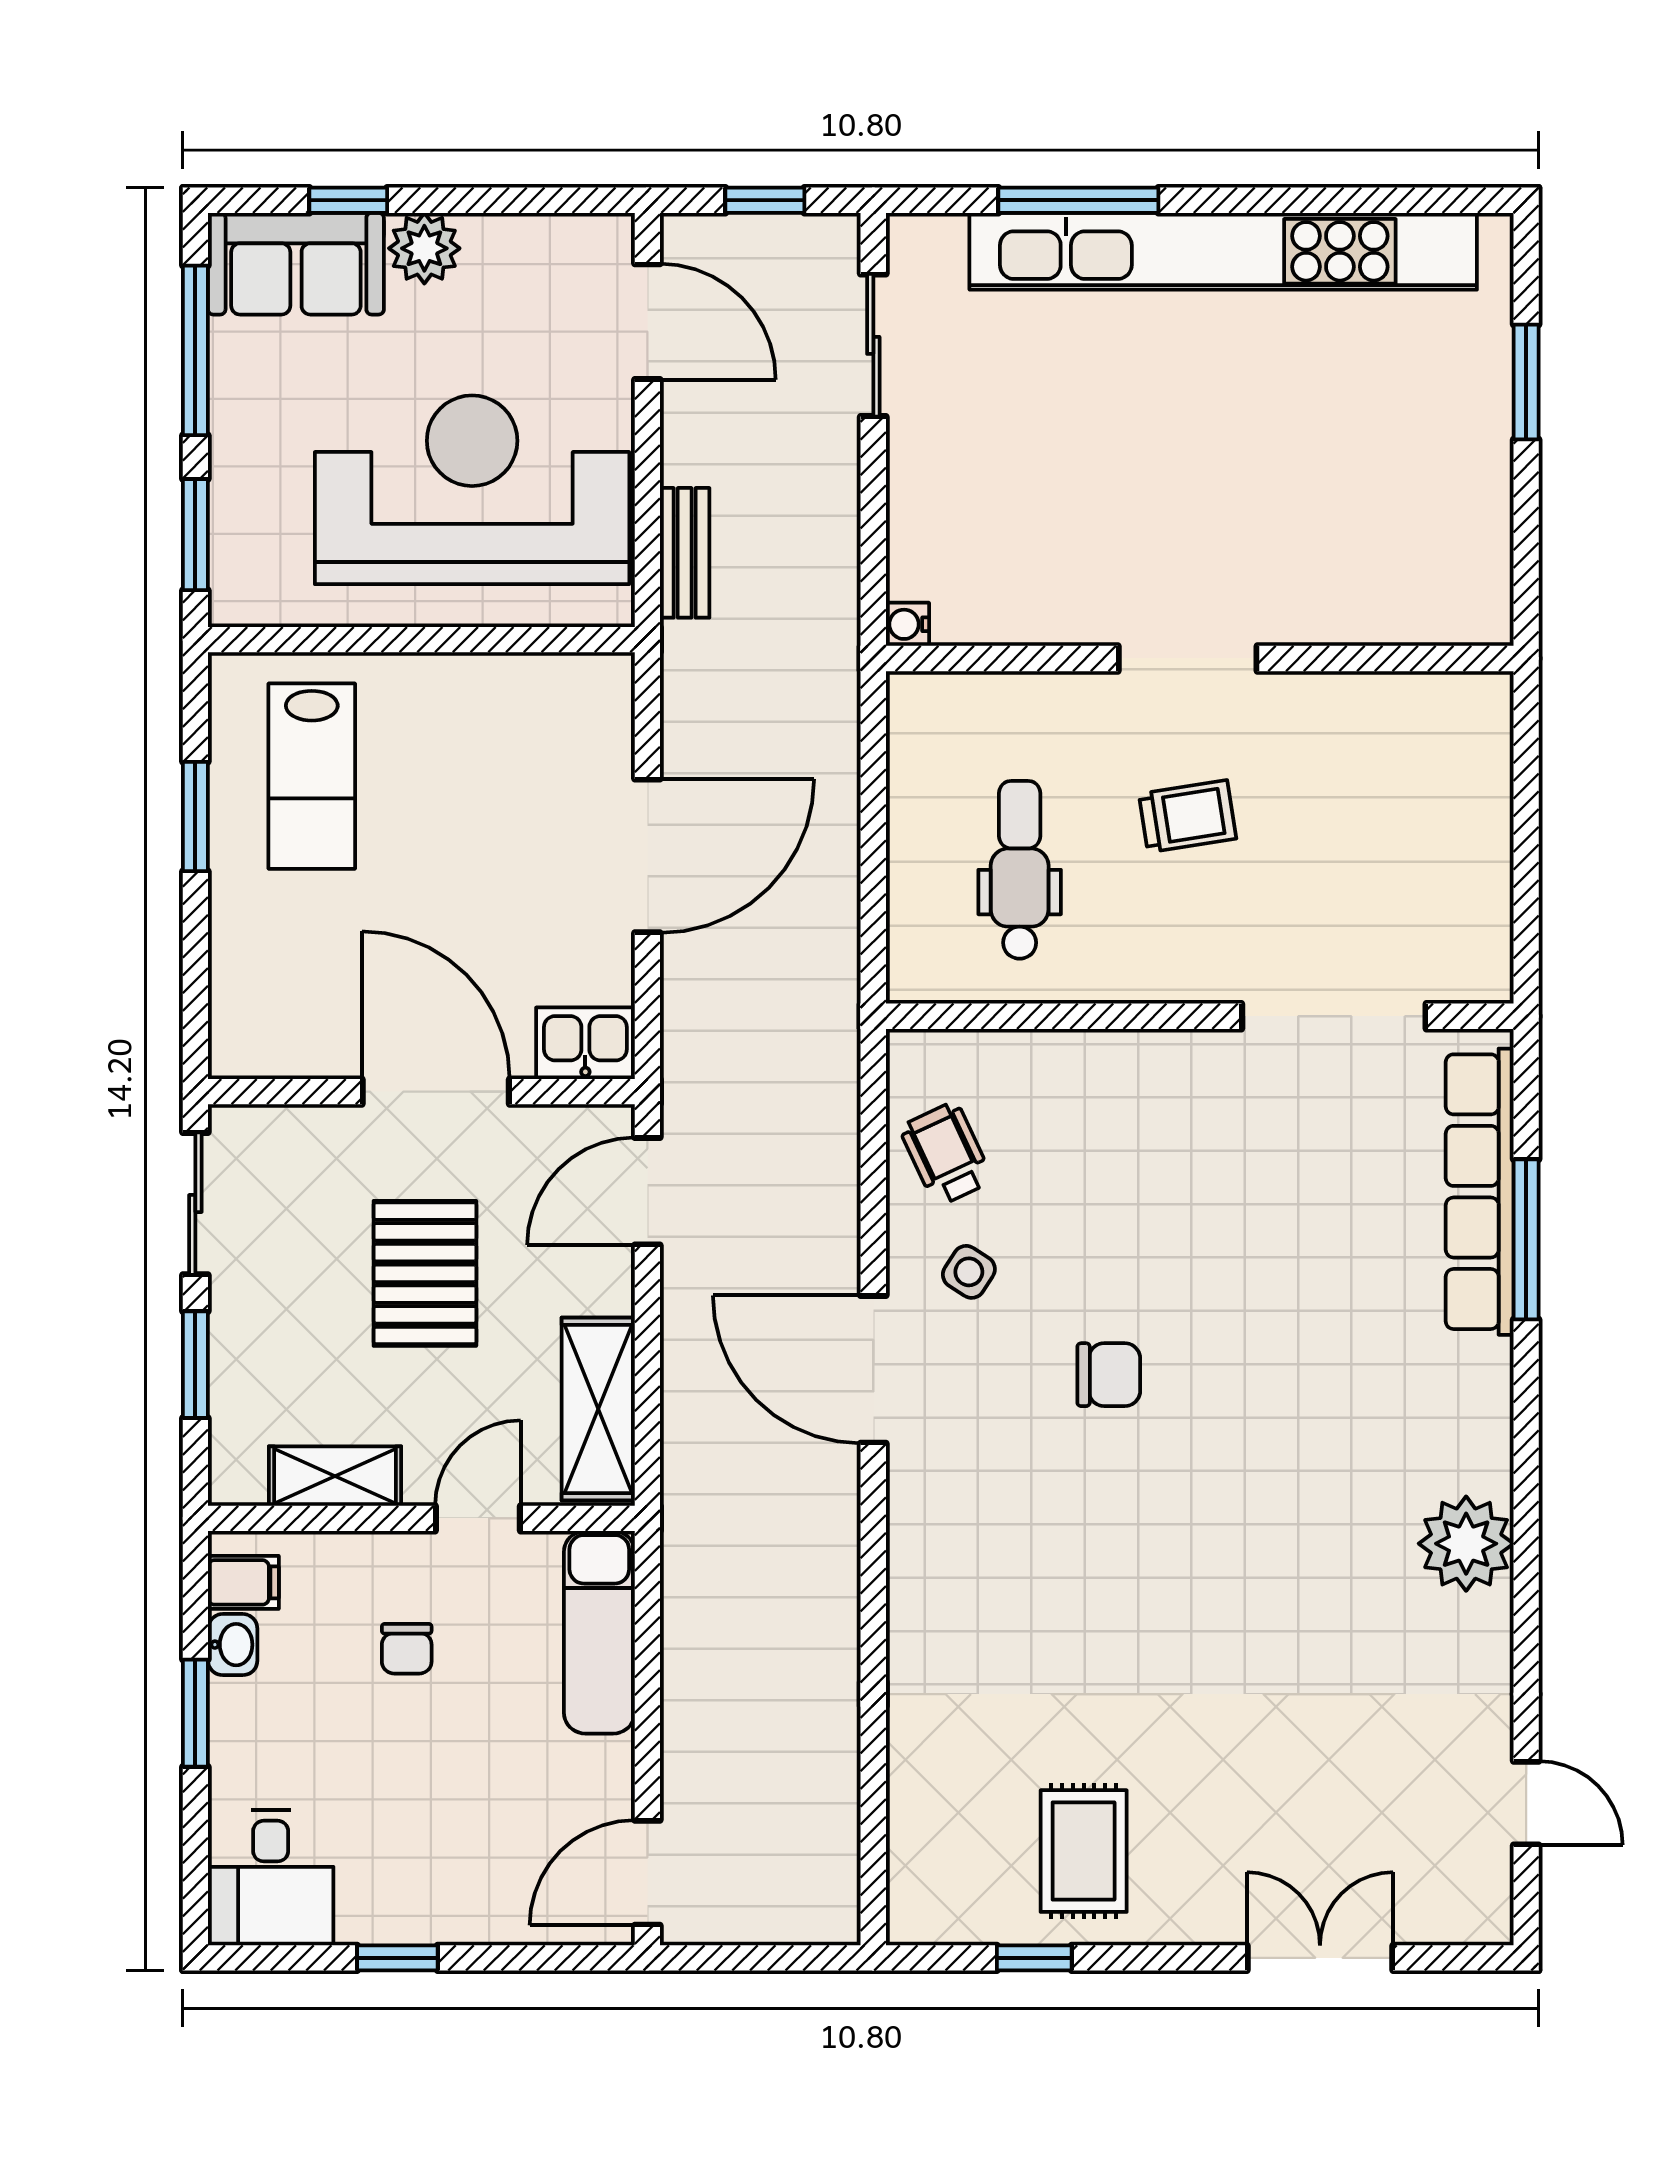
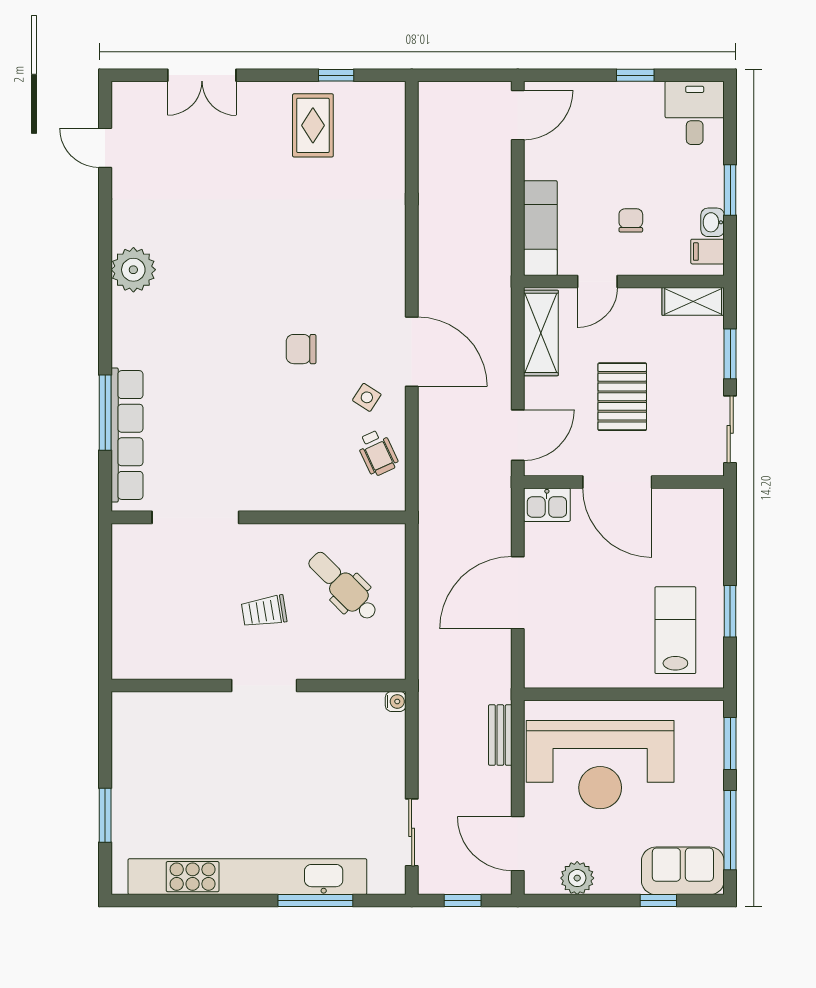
plant: (424, 248) -> (577, 878), moved
dental chair: (1020, 870) -> (343, 586), turned 135
shelving: (335, 1476) -> (693, 301), moved

